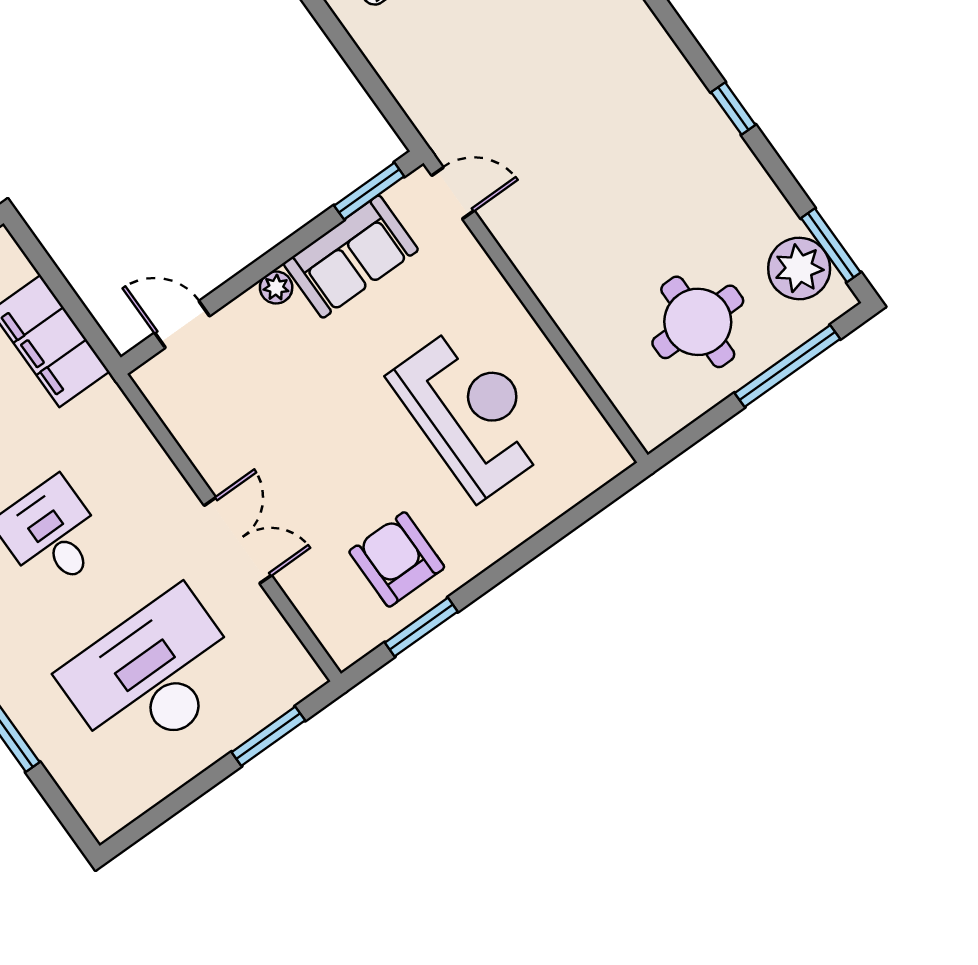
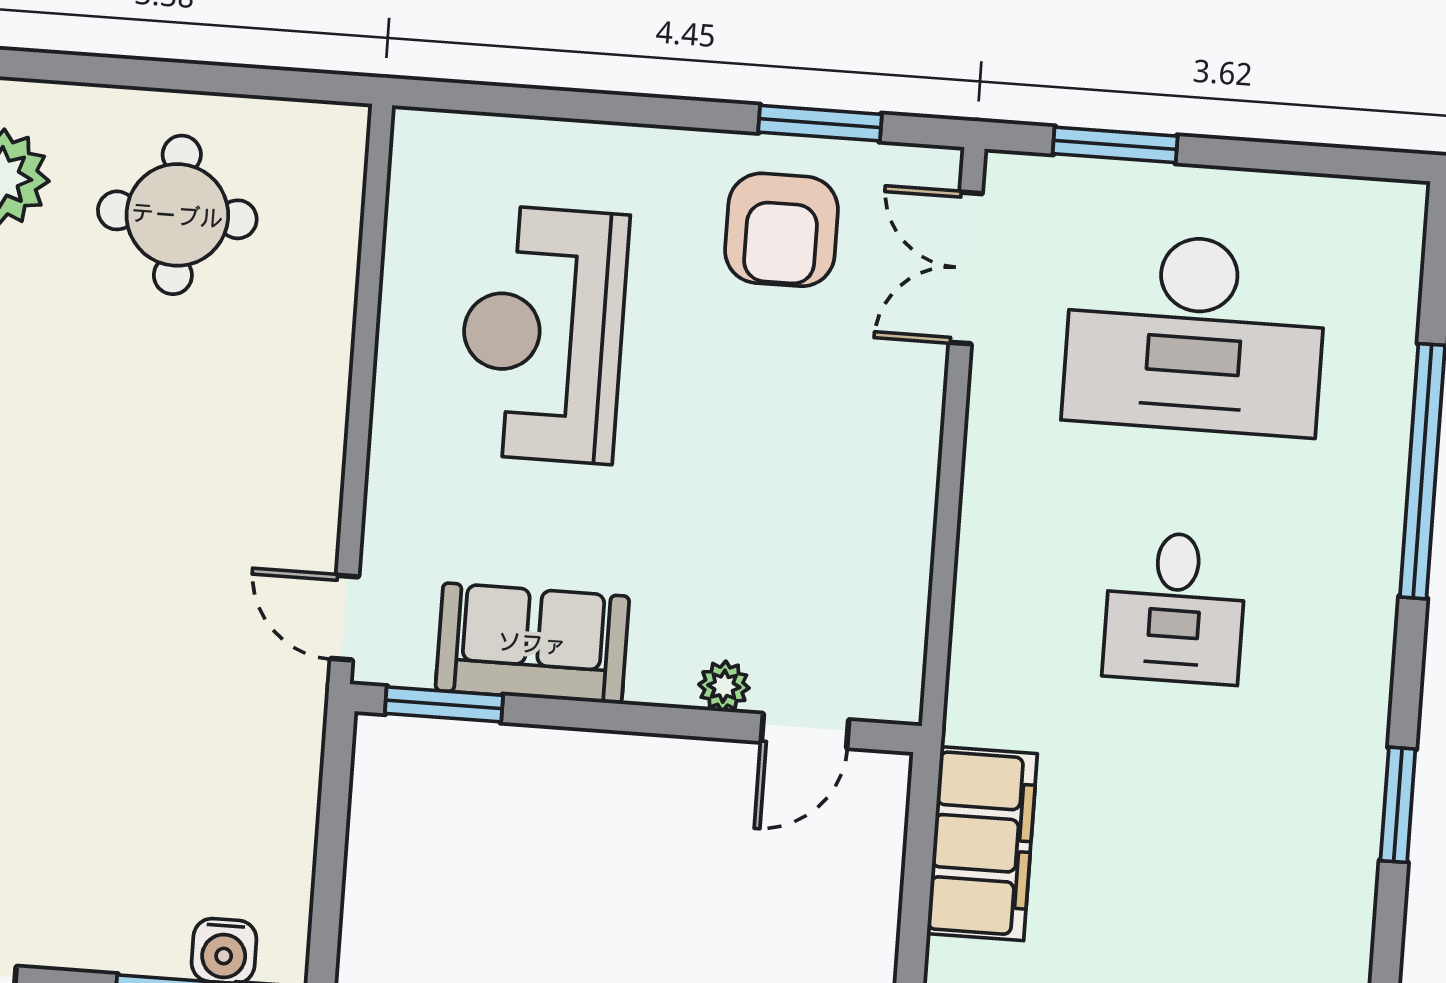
plant: (276, 288) -> (724, 686), moved
door: (182, 324) -> (805, 731), hinge flipped
window: (787, 366) -> (113, 71), removed
double door: (238, 540) -> (966, 268), moved

